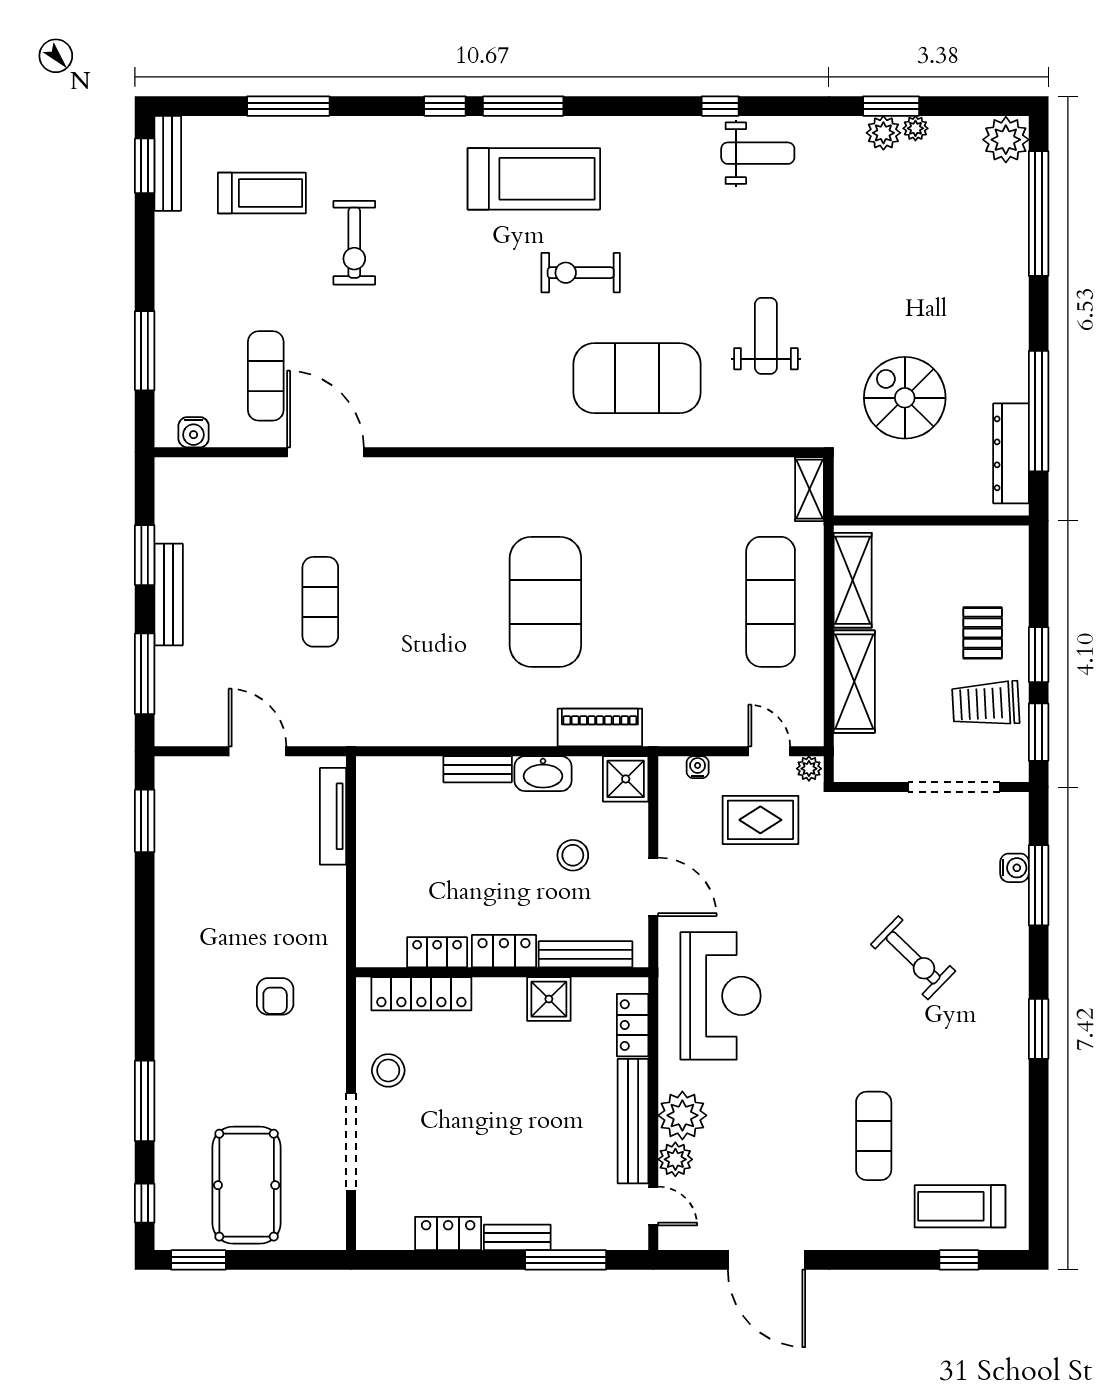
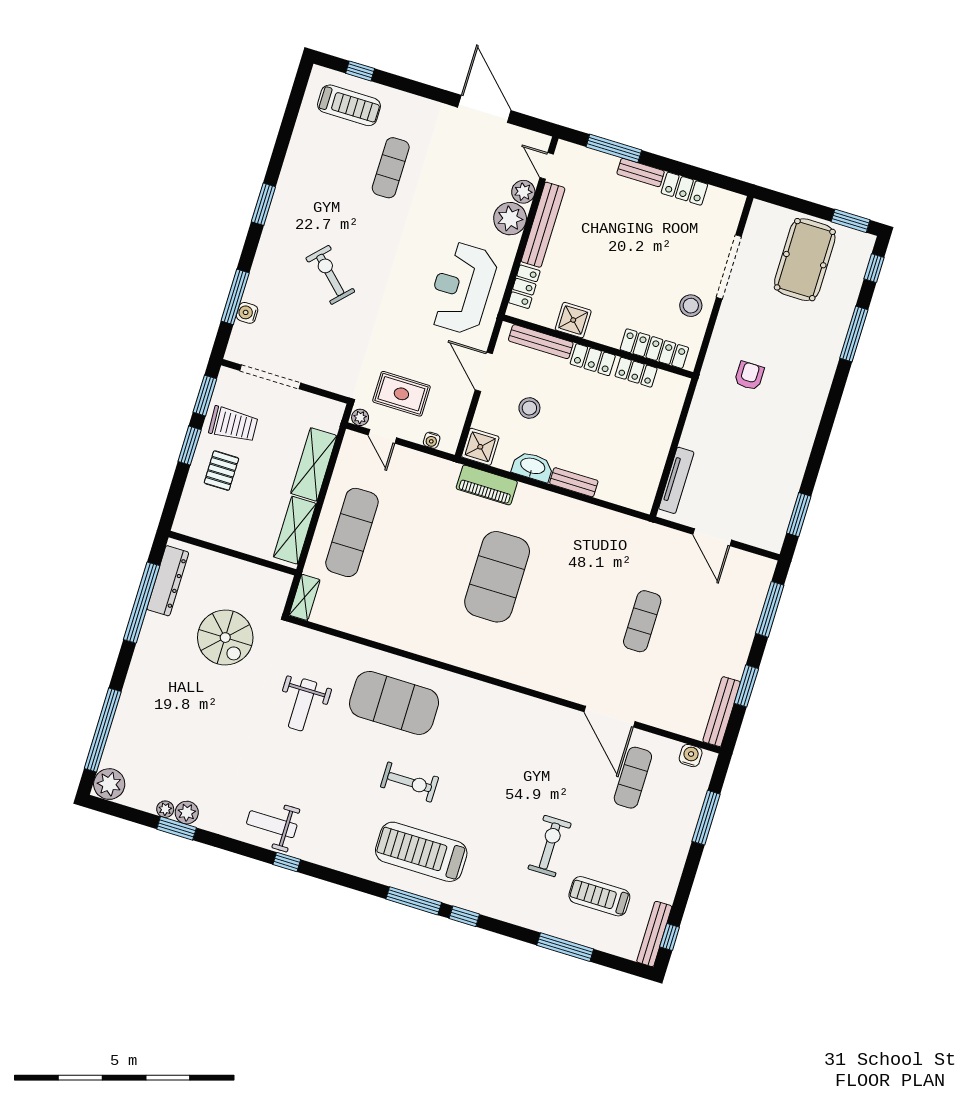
window: (145, 166) -> (670, 937), width x0.67
bench: (169, 594) -> (722, 712), moved

